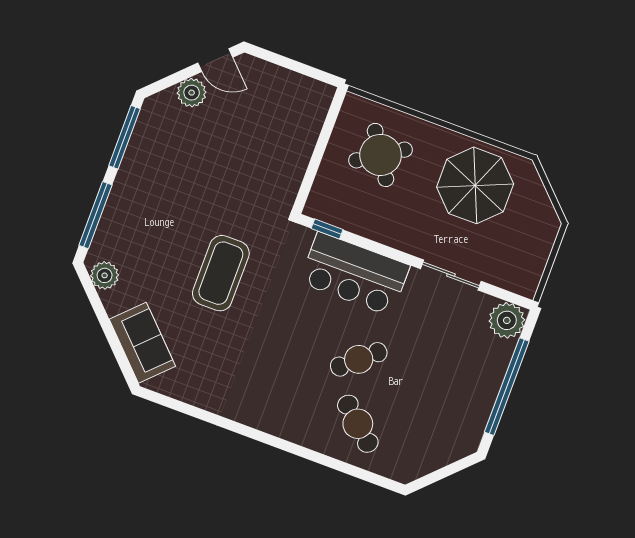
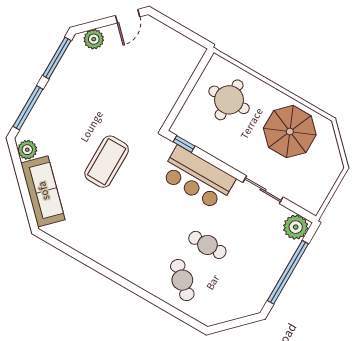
door: (215, 60) -> (128, 16), hinge flipped
plant: (192, 93) -> (94, 39), moved
round table: (381, 155) -> (229, 100), turned 33
sofa: (142, 343) -> (43, 191), width x1.36
cafe table: (359, 359) -> (207, 245), moved, turned 41

